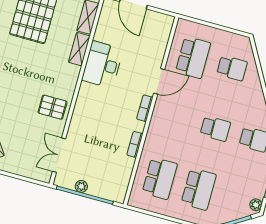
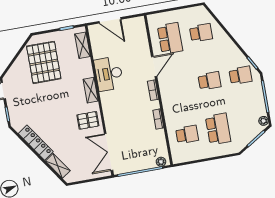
shelving: (79, 49) -> (91, 90), moved
double door: (59, 155) -> (109, 152), width x1.37
school desk: (160, 178) -> (187, 134), width x0.54
plant: (81, 186) -> (161, 162), moved

